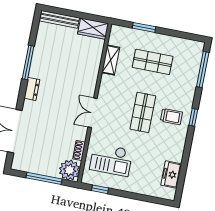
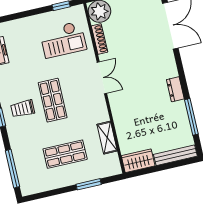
window: (28, 62) -> (191, 117), moved
dresser: (32, 89) -> (175, 89), moved
shoe rack: (79, 151) -> (100, 39), width x1.43
checkout: (111, 160) -> (63, 40), turned 180

